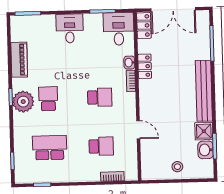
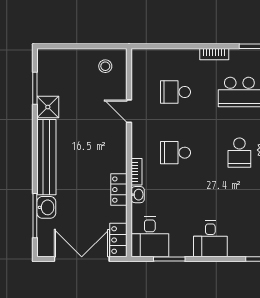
washbasin: (206, 150) -> (46, 207), moved
stool: (177, 167) -> (105, 66), moved
bookcase: (112, 176) -> (214, 54), moved

